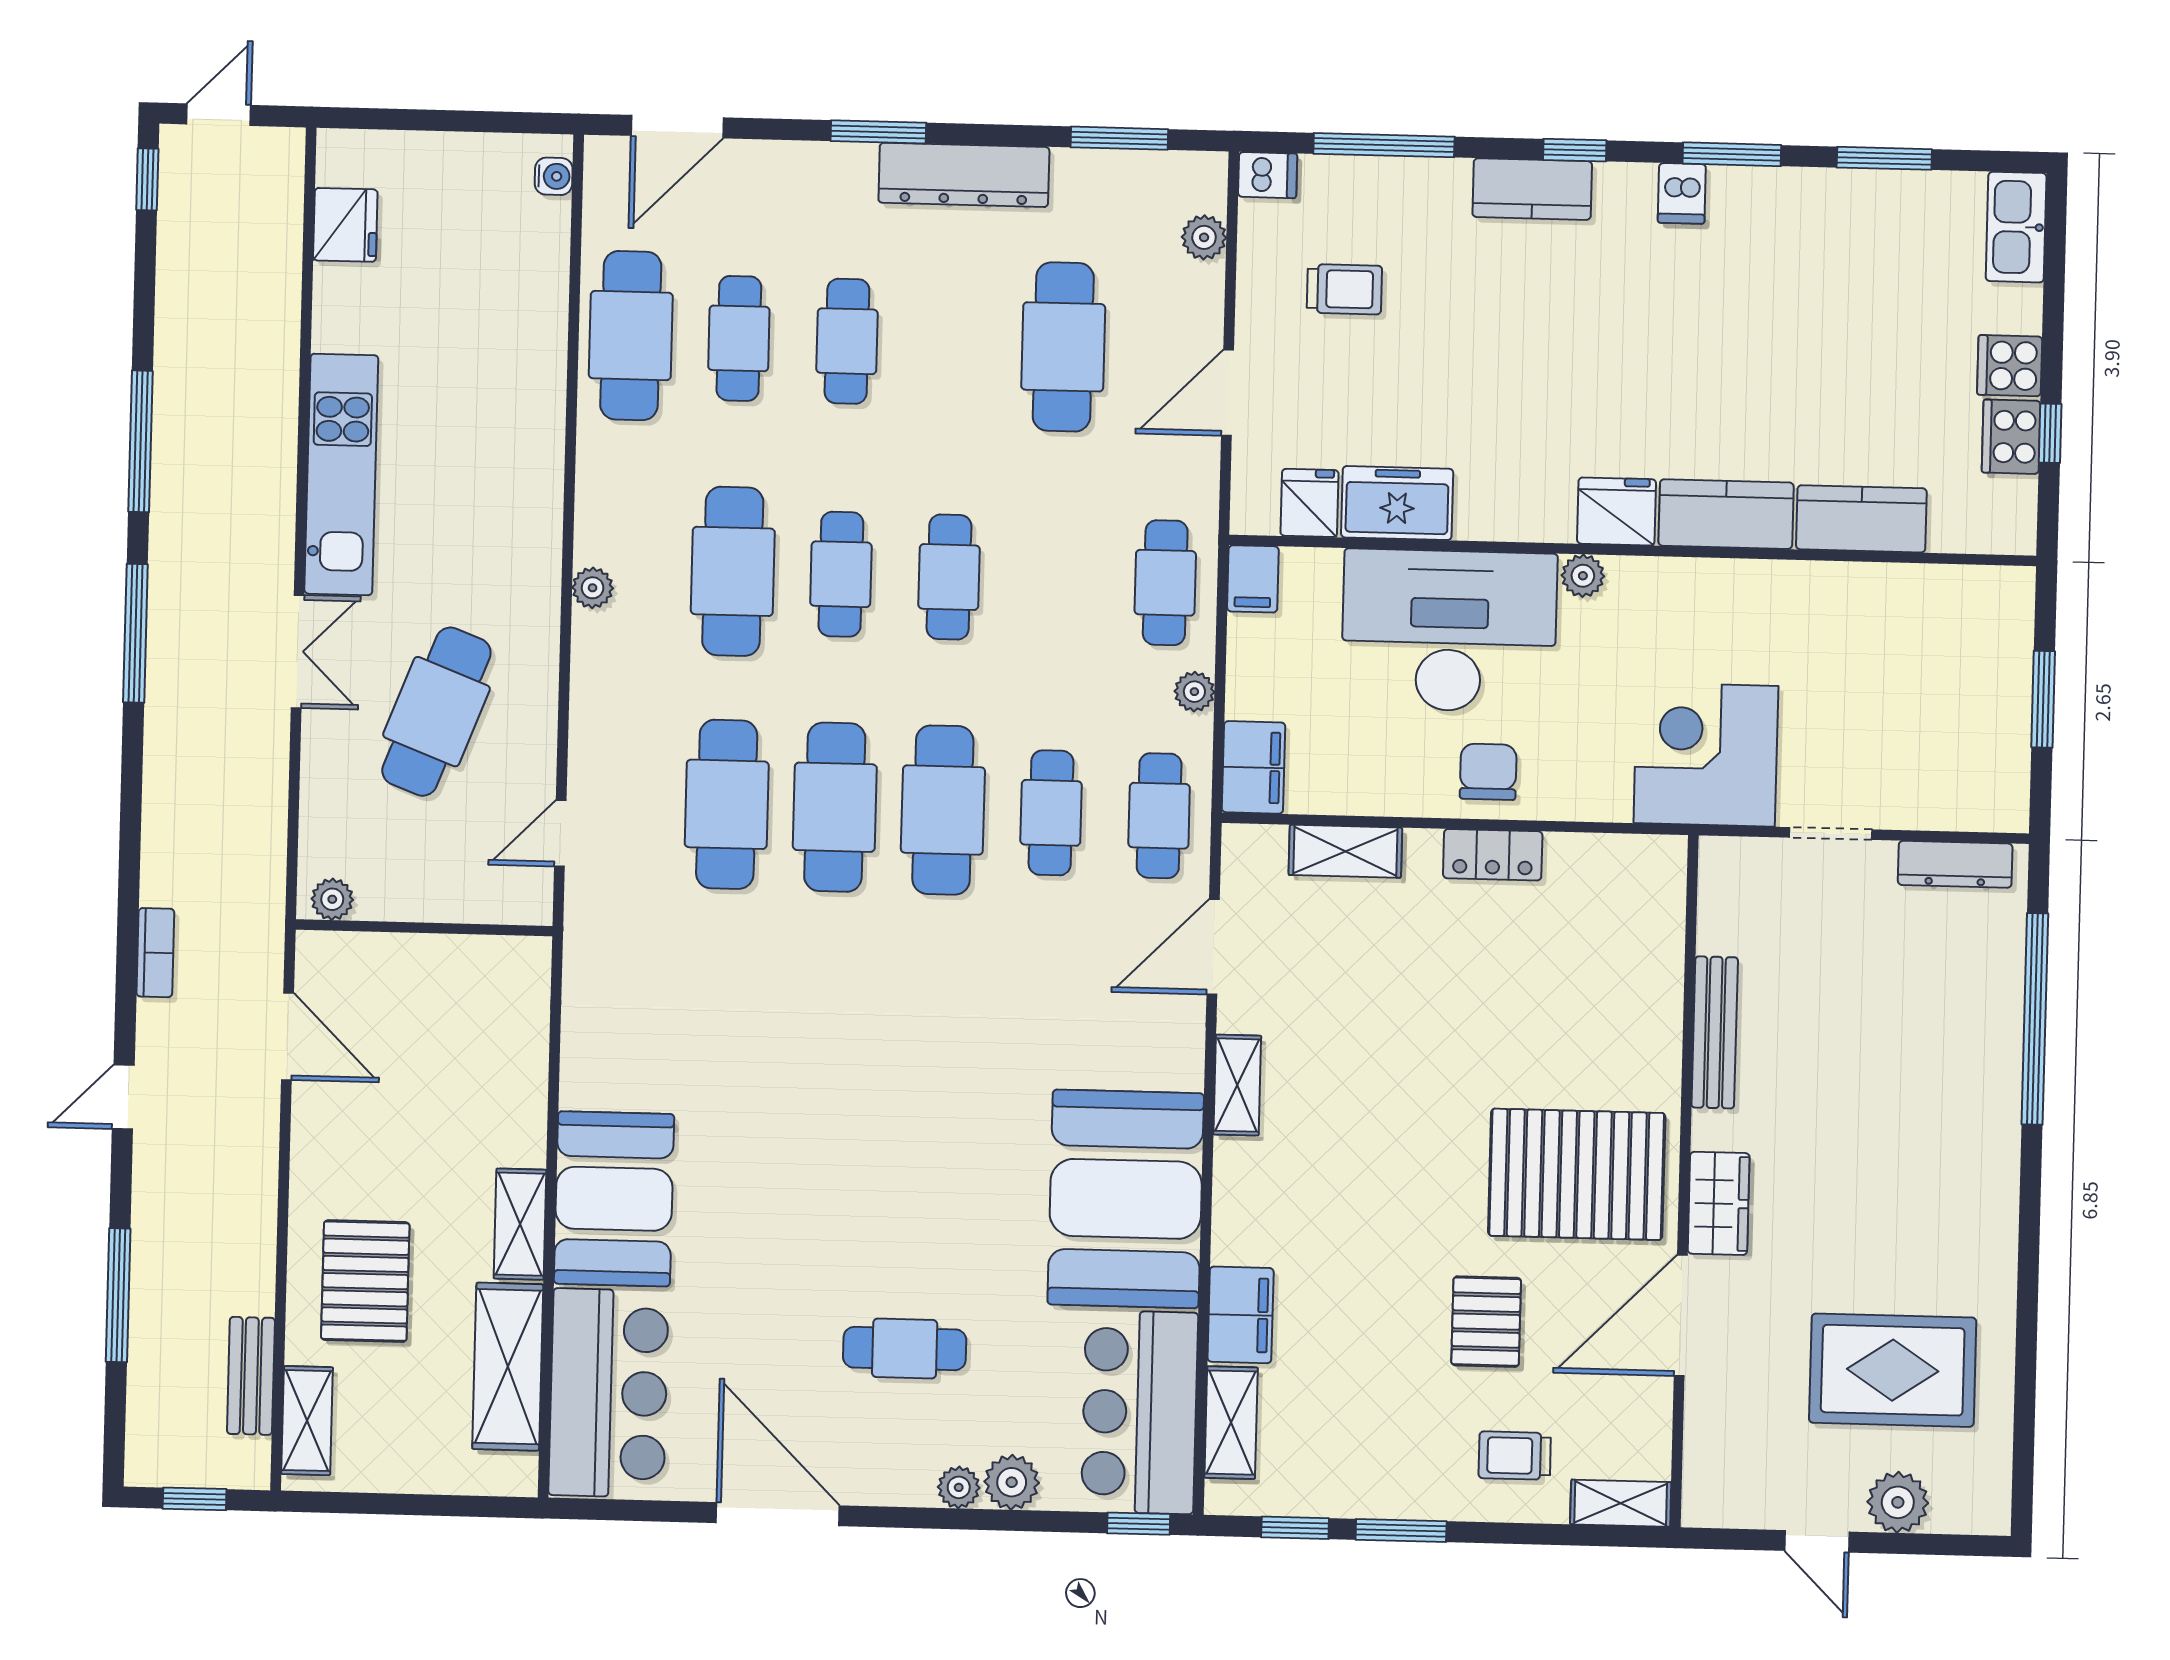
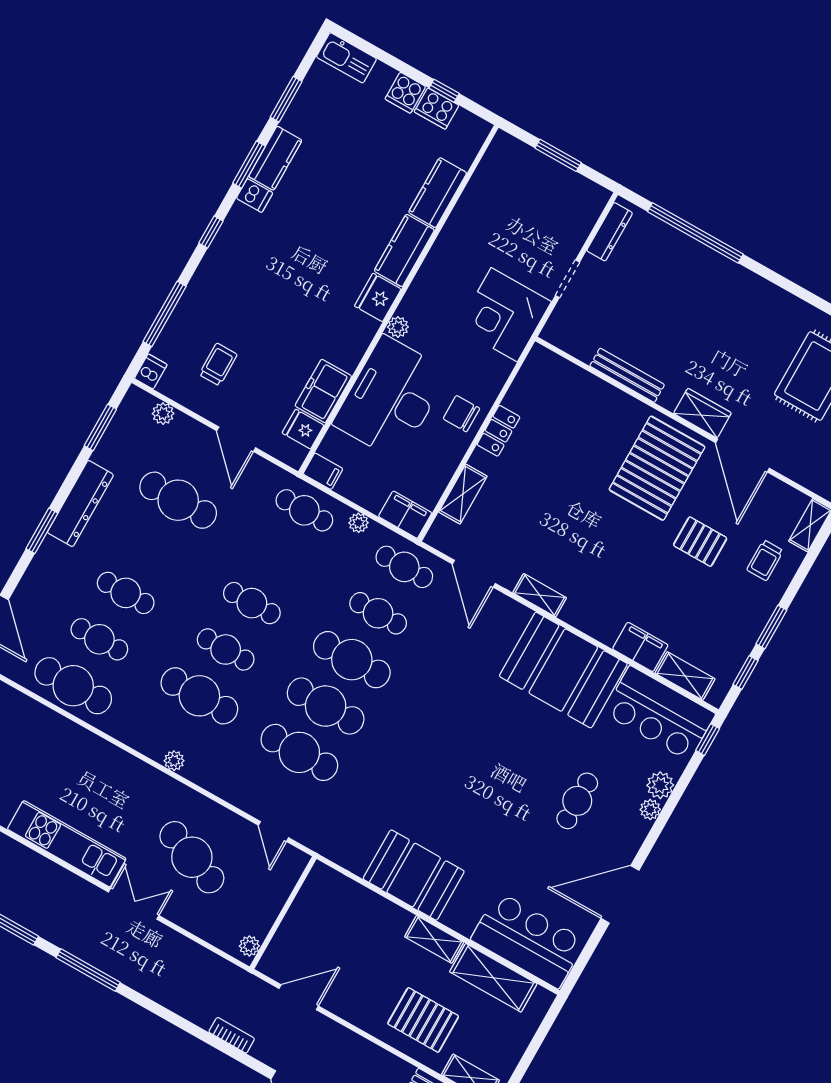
kitchen counter: (1532, 189) -> (275, 158), moved
booth: (614, 1199) -> (414, 875), moved

